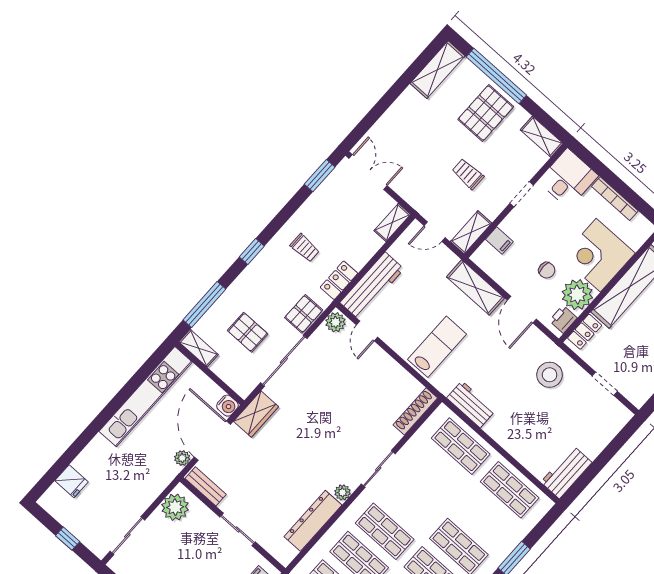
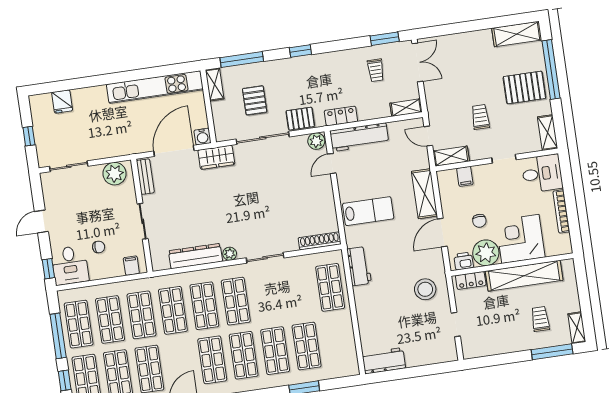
trolley: (305, 248) -> (376, 70), moved
plant: (182, 458) -> (145, 146), removed
shop shelf: (510, 490) -> (307, 346), moved

